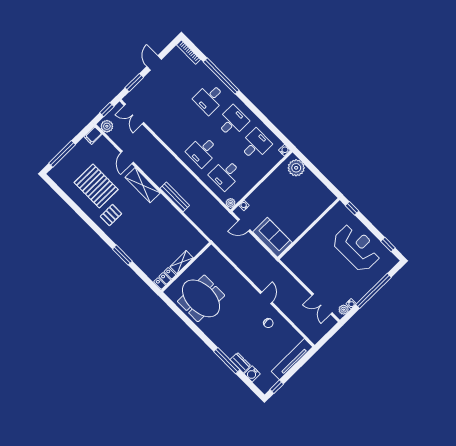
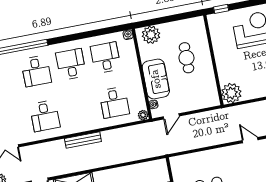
desk: (202, 151) -> (45, 116), moved
bench: (175, 197) -> (83, 140), moved
cafe table: (297, 207) -> (186, 58), added
sofa: (273, 237) -> (156, 79), moved, turned 90
plant: (293, 259) -> (231, 93), added

